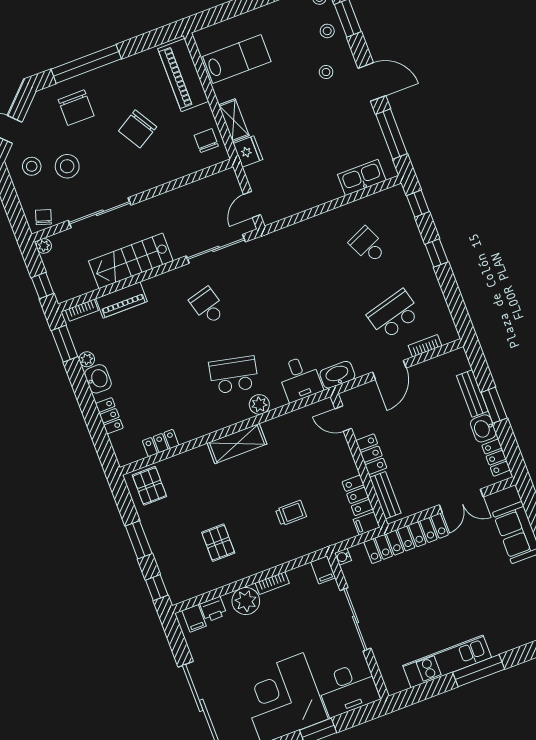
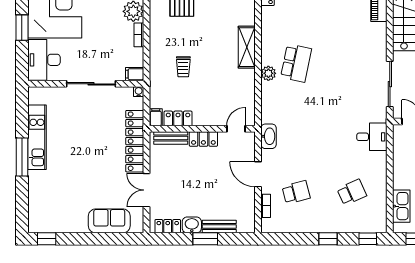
school desk: (208, 306) -> (352, 63), removed
school desk: (394, 314) -> (296, 192), width x0.54
desk: (300, 379) -> (372, 137), moved, turned 180

